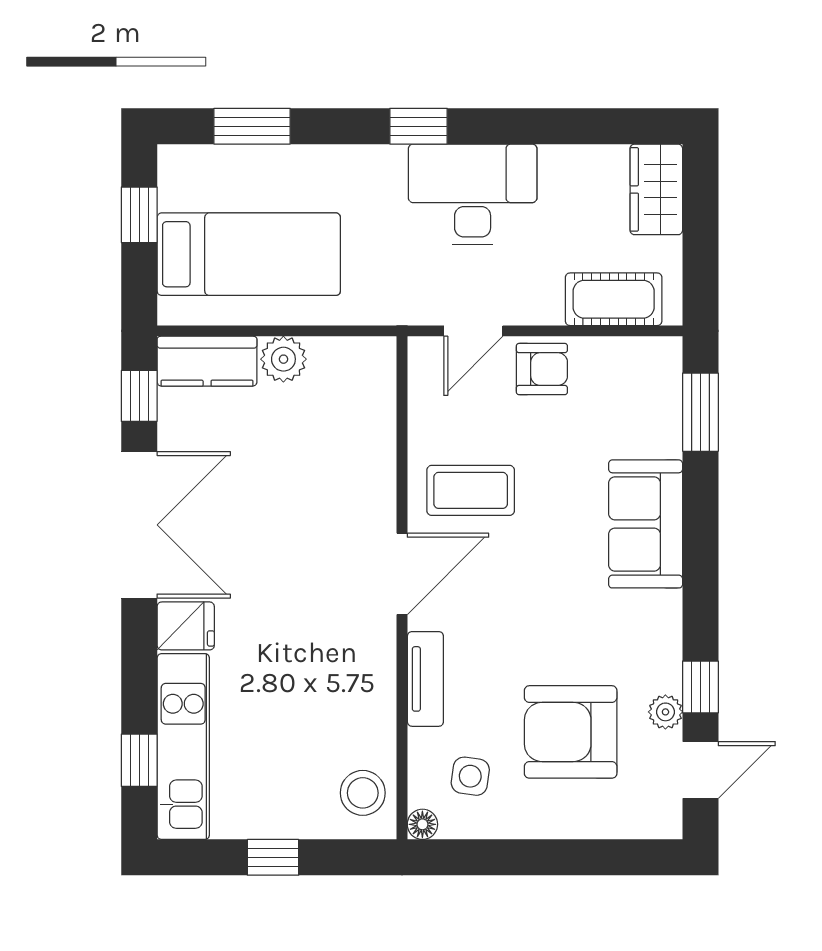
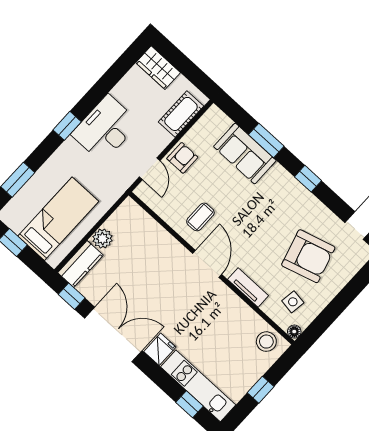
window: (700, 412) -> (266, 140), moved
coffee table: (471, 490) -> (200, 217), width x0.73, depth x0.77
sofa: (646, 524) -> (245, 154), moved
window: (700, 687) -> (308, 179), moved
plant: (665, 712) -> (330, 220), removed
armchair: (571, 732) -> (308, 256), turned -106

